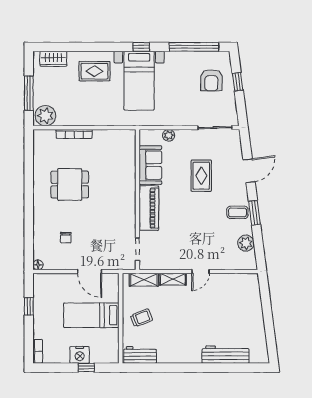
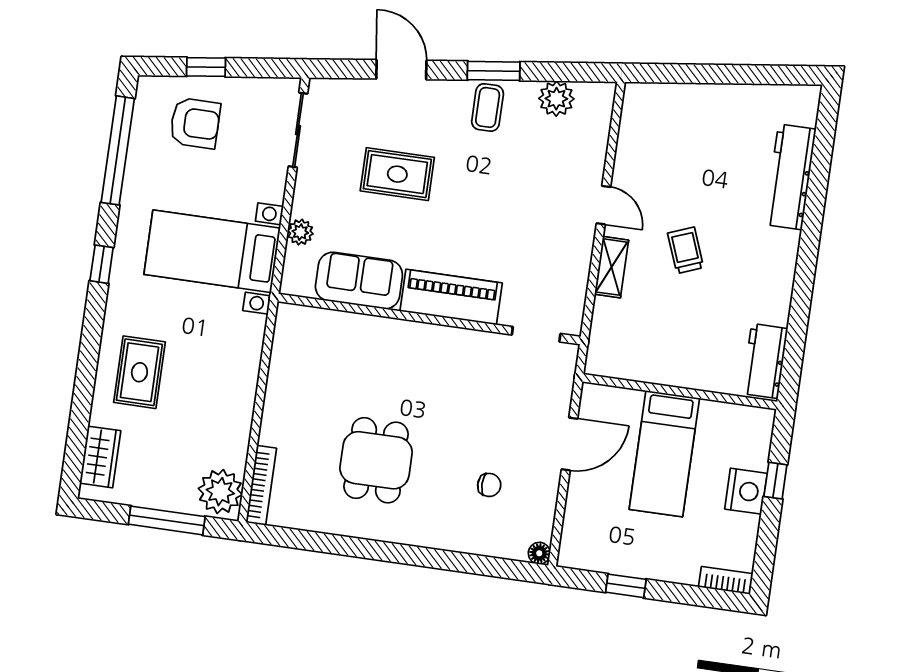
bed with nightstands: (139, 81) -> (212, 251), moved, turned 180
bookcase: (74, 134) -> (261, 485), moved
shelving: (144, 280) -> (604, 330), removed
trolley: (141, 318) -> (686, 250), moved

